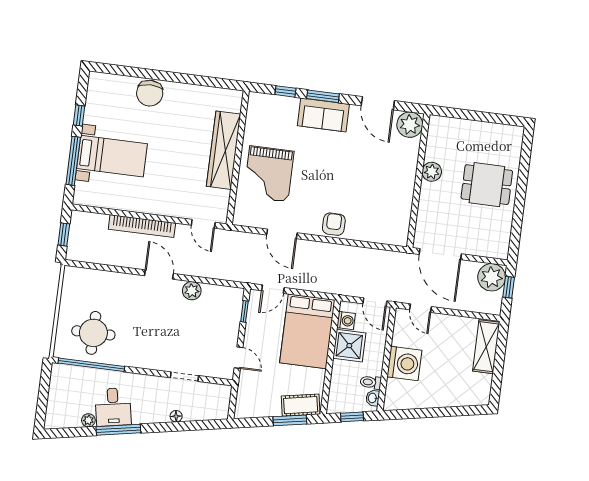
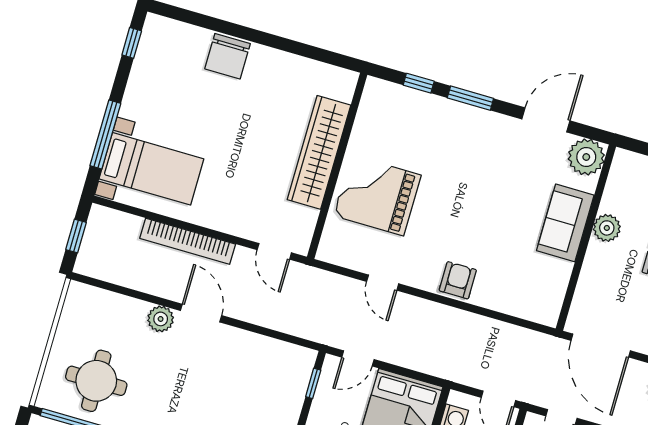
door: (378, 103) -> (546, 120), swing flipped
window: (79, 115) -> (132, 43), moved
sofa: (323, 115) -> (565, 223), moved, turned 90
bed with nightstands: (112, 156) -> (151, 169), moved
grand piano: (269, 174) -> (377, 195), turned 90
door: (282, 234) -> (383, 283), width x0.73
plant: (192, 291) -> (161, 319), moved

